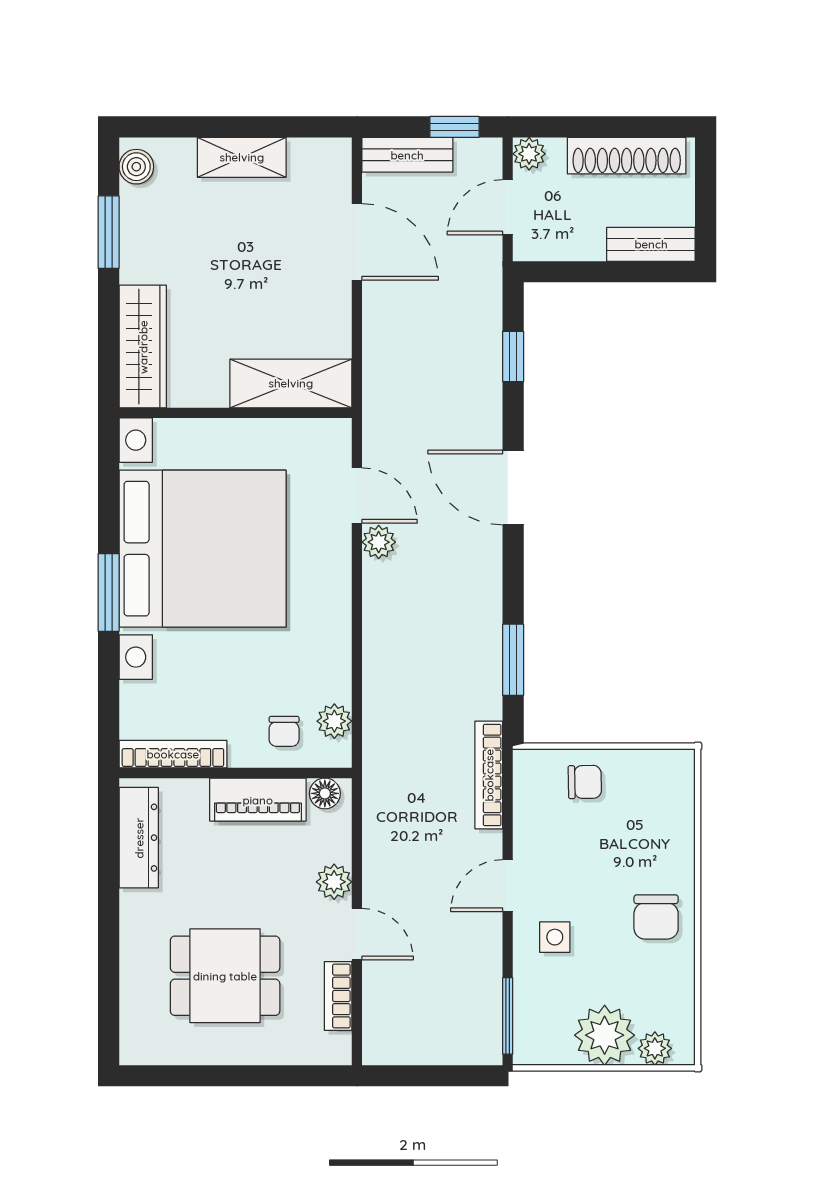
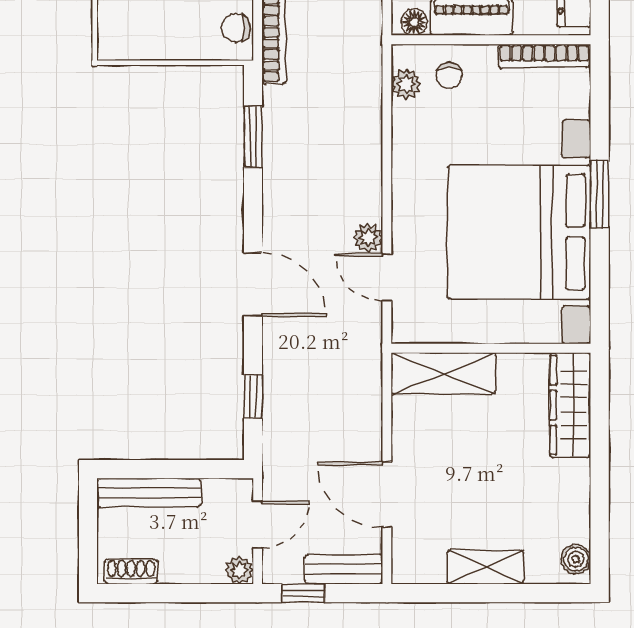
shoe rack: (627, 156) -> (131, 572), width x0.51, depth x0.81
window: (109, 232) -> (600, 503), removed
bench: (651, 244) -> (149, 493), width x1.36
chair: (284, 731) -> (449, 75), turned 180
chair: (585, 782) -> (236, 28), moved

